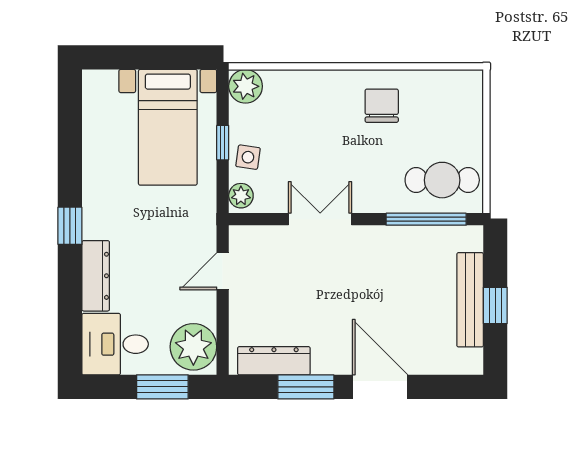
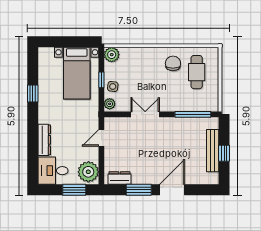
cafe table: (442, 180) -> (197, 72), moved, turned 90
window: (70, 226) -> (33, 93), moved
dresser: (274, 361) -> (119, 178), width x0.70
door: (380, 387) -> (172, 190), hinge flipped

